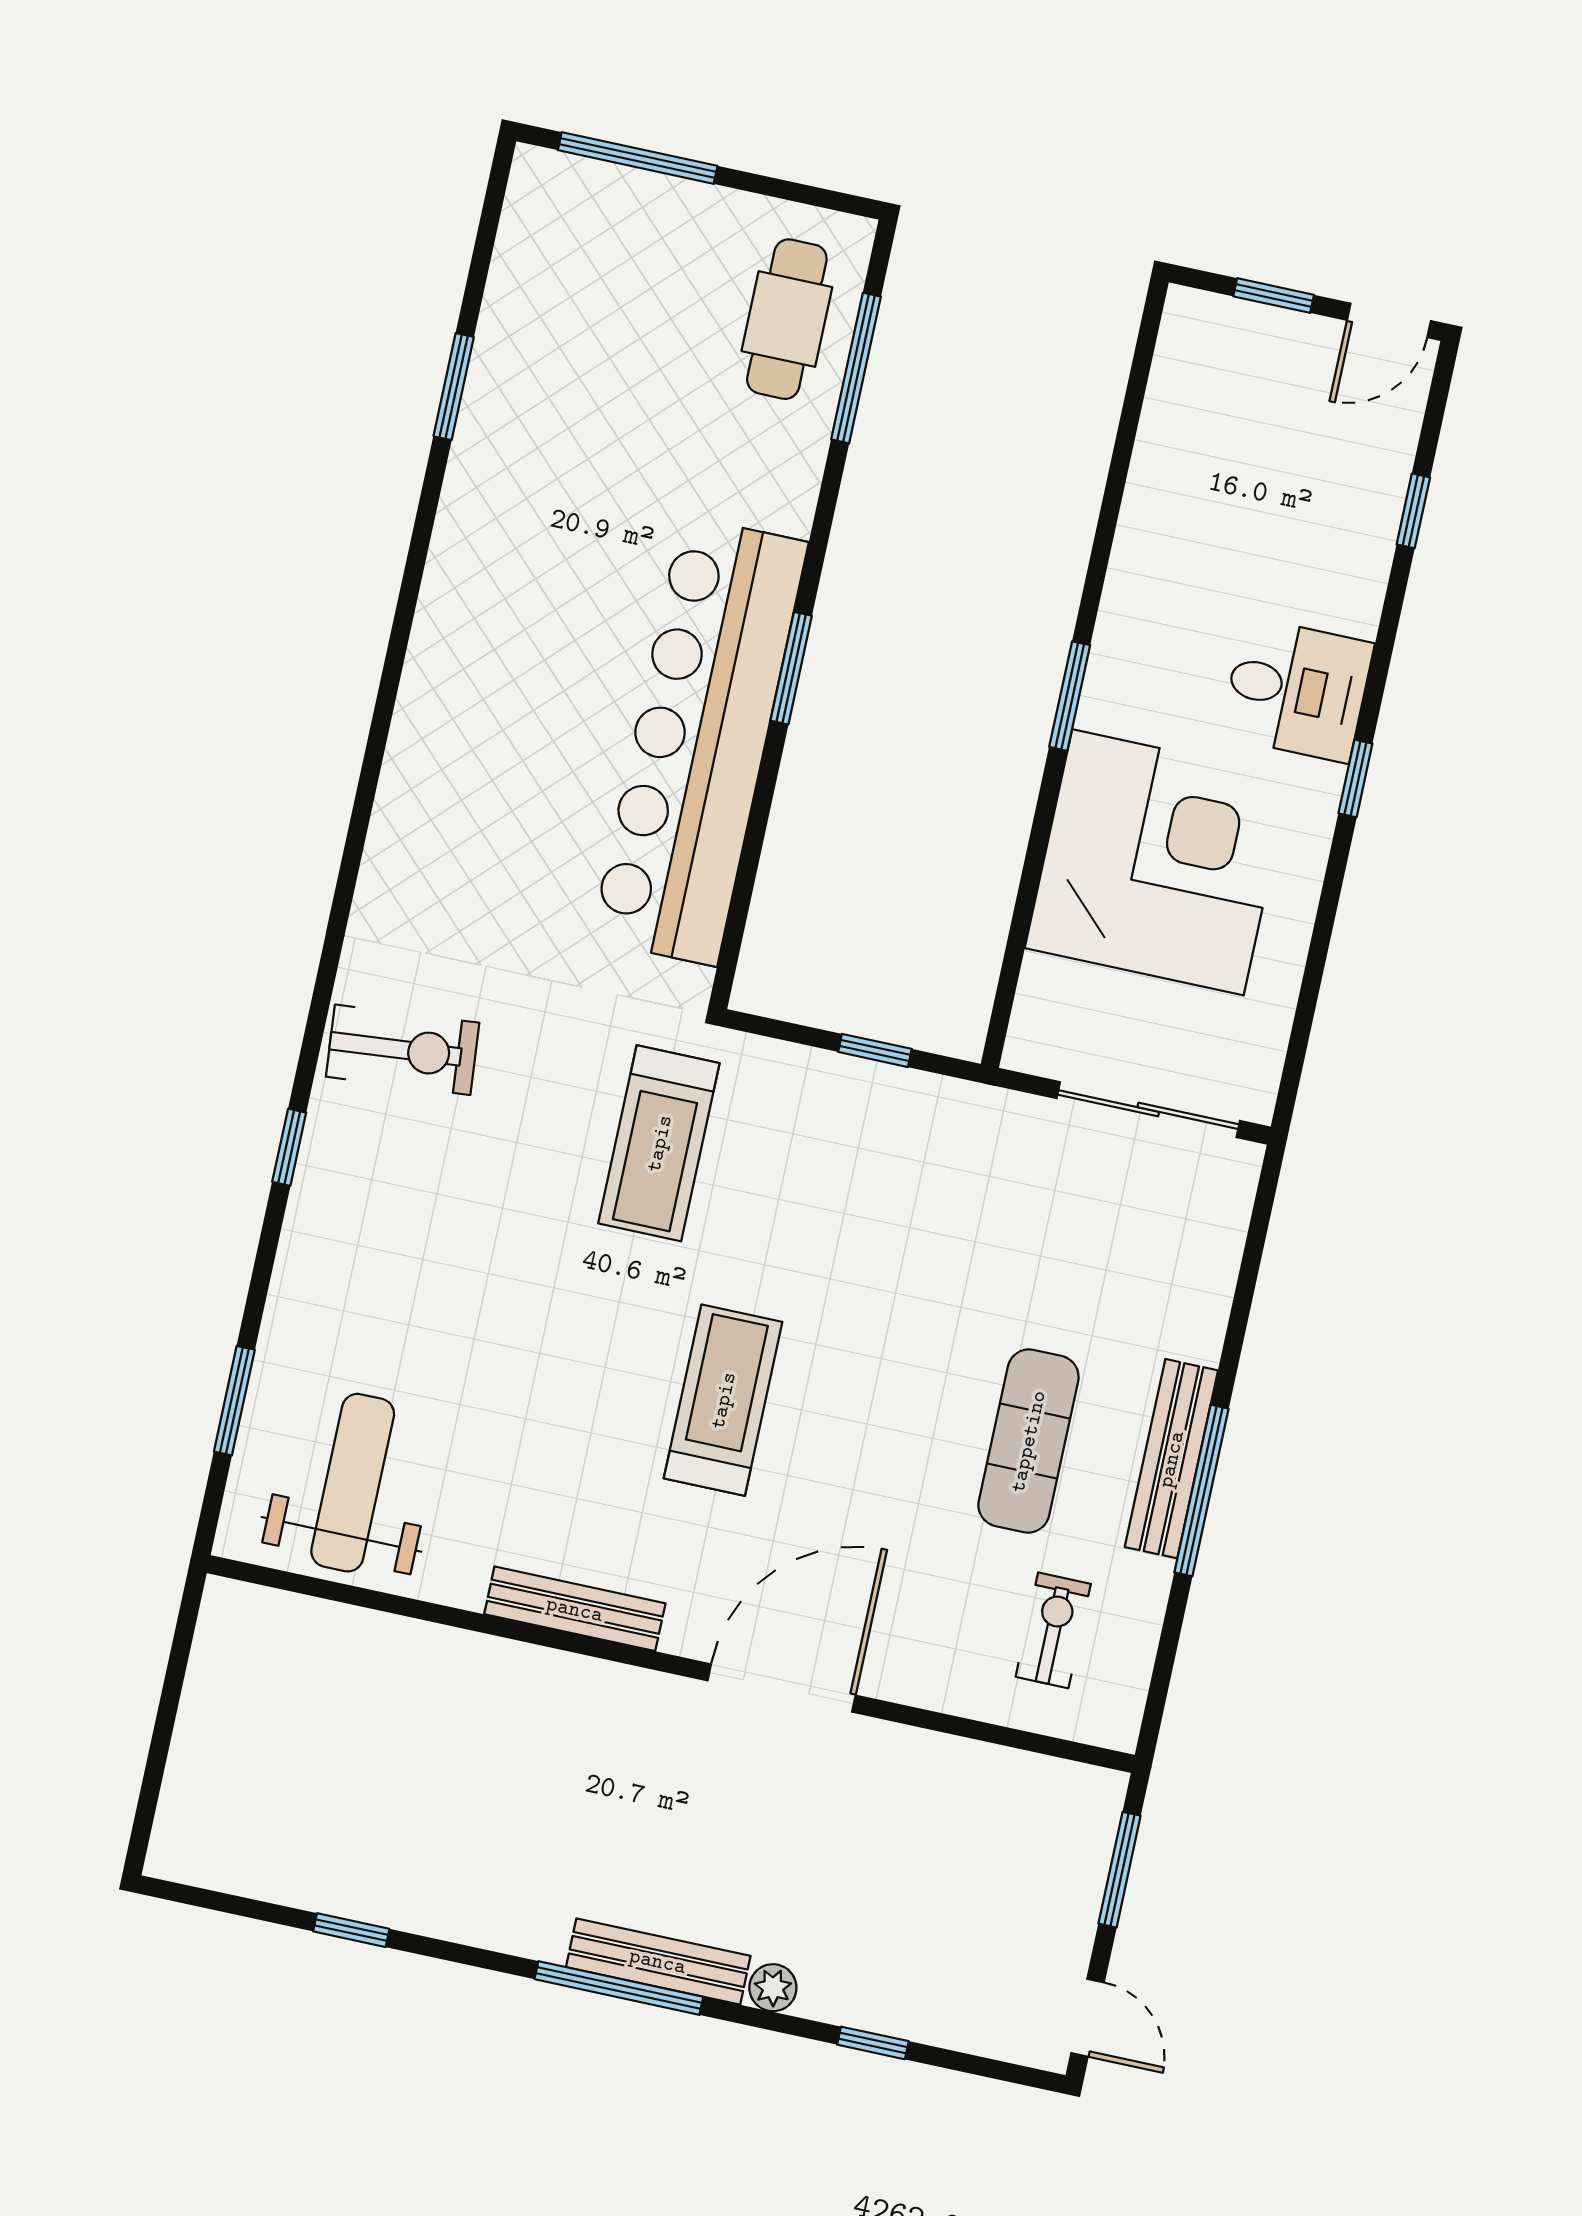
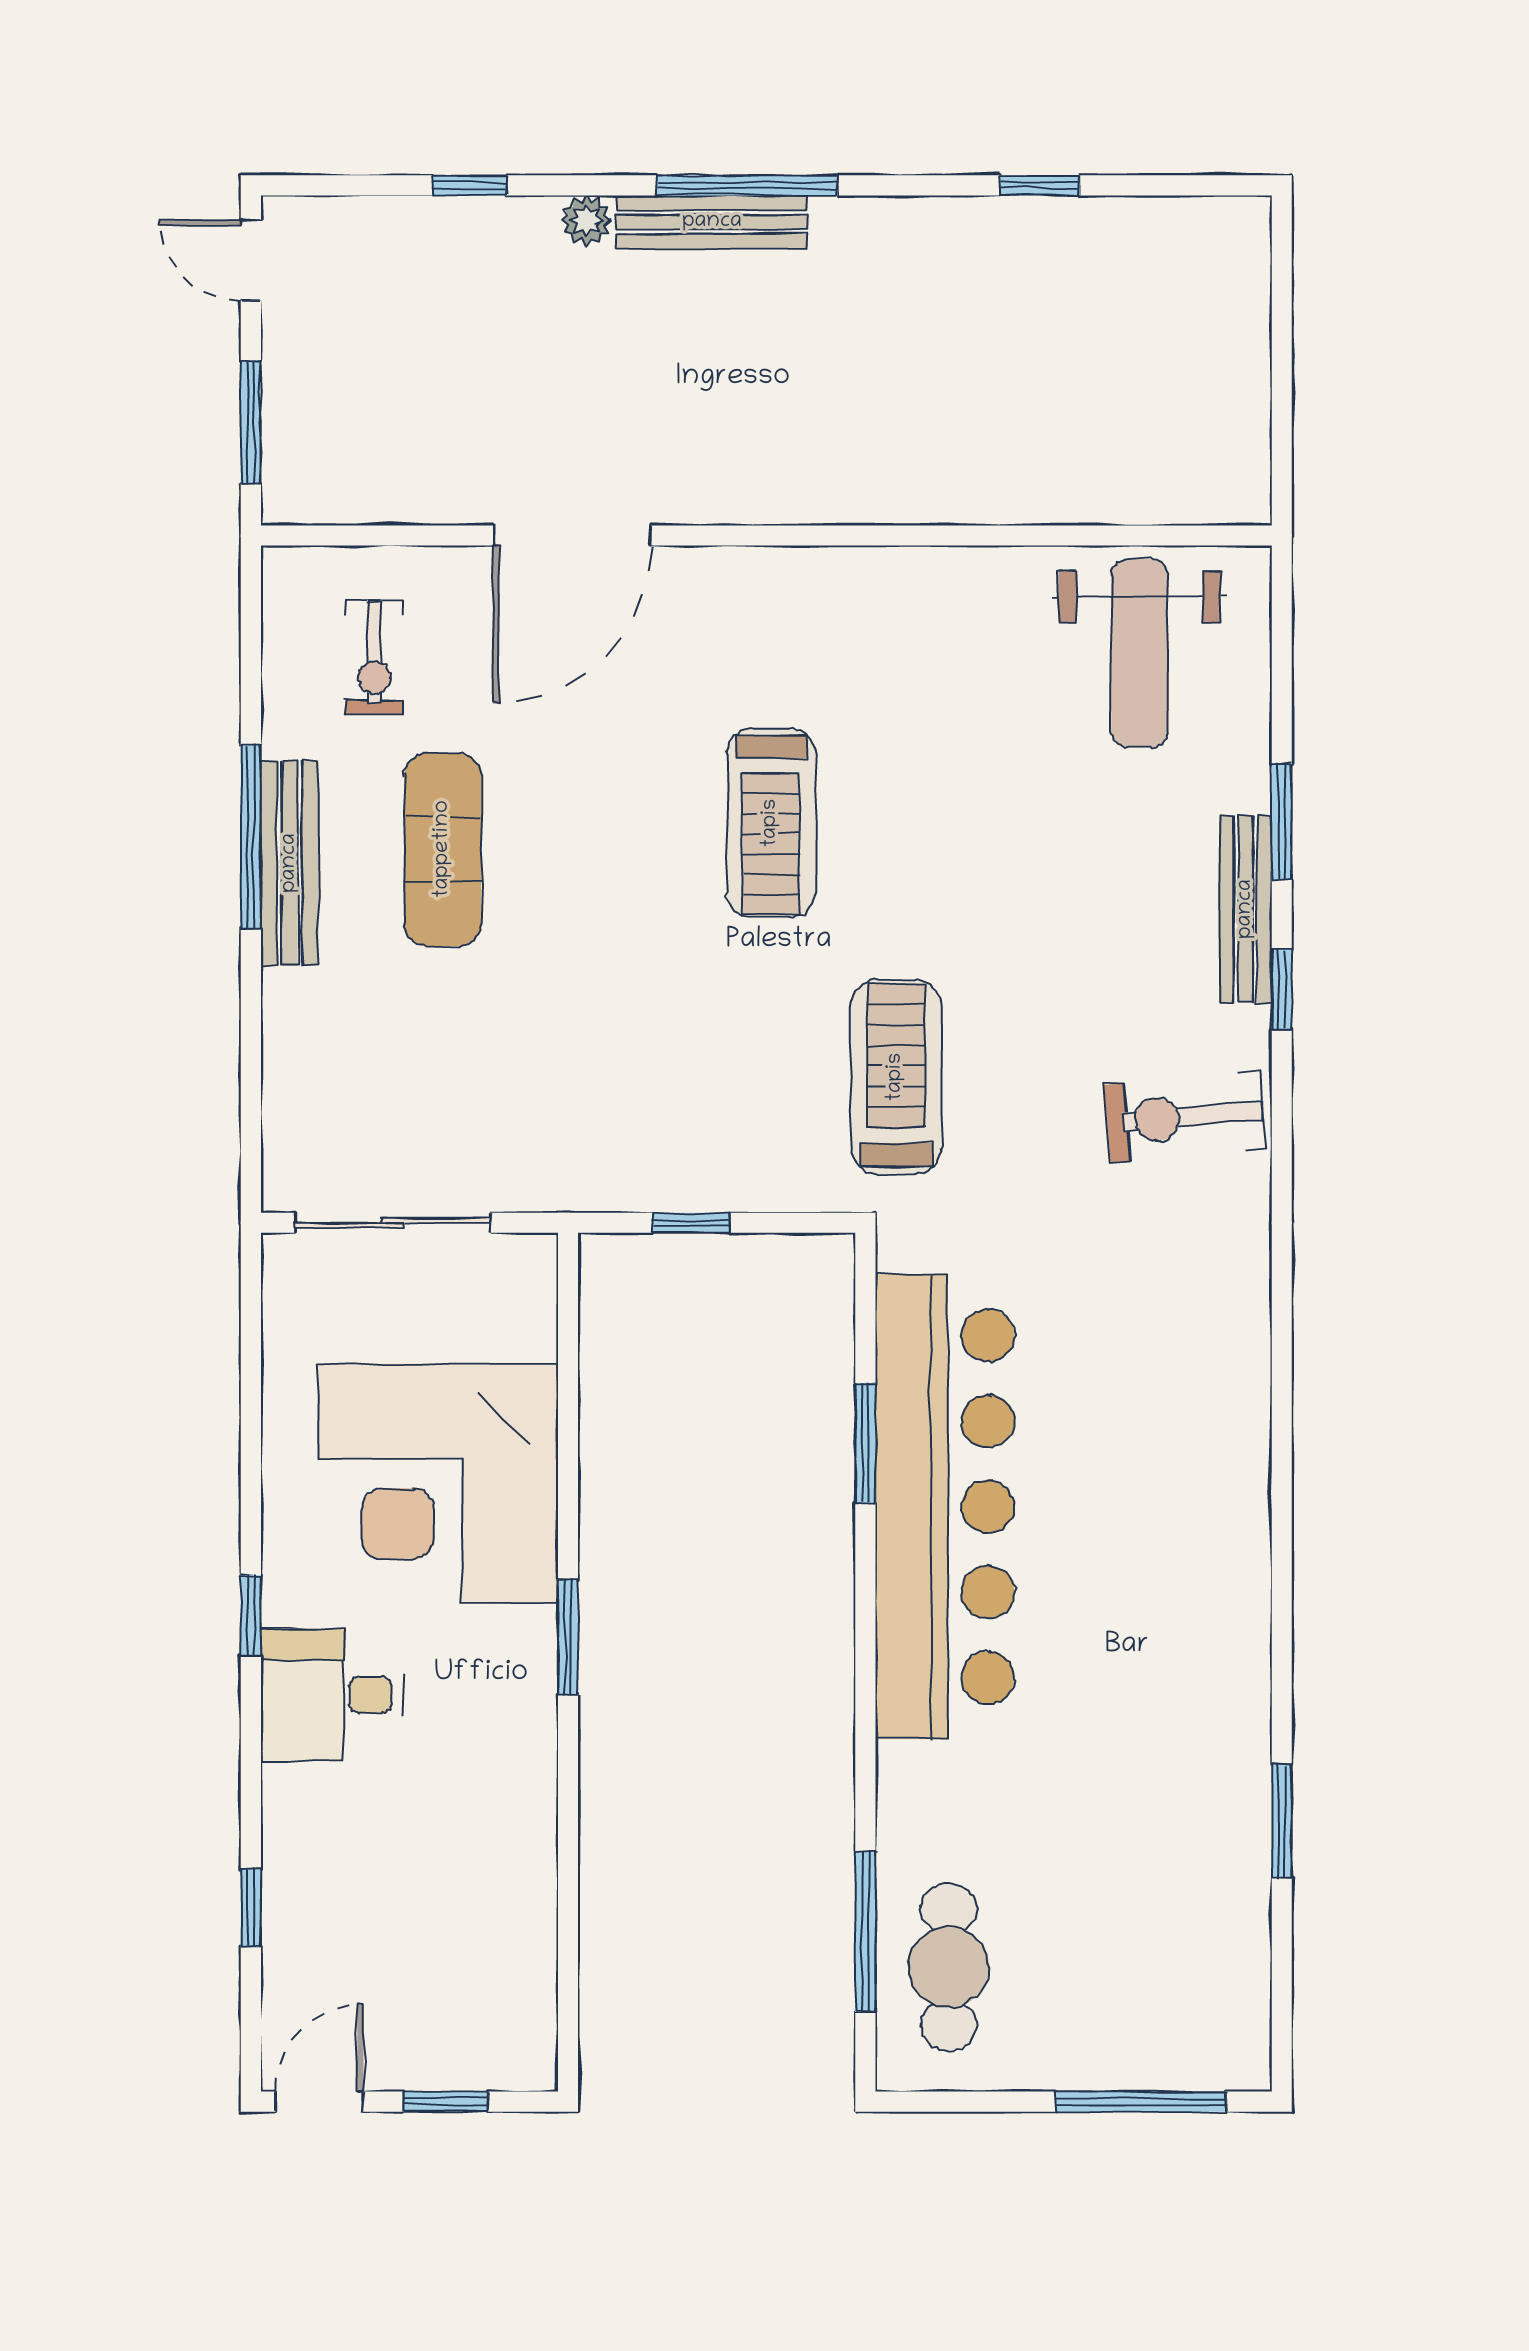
window: (791, 668) -> (865, 1443), moved
window: (234, 1401) -> (1282, 822), moved
bench: (575, 1609) -> (1246, 909), moved, turned 90
door: (782, 1688) -> (572, 536), moved

